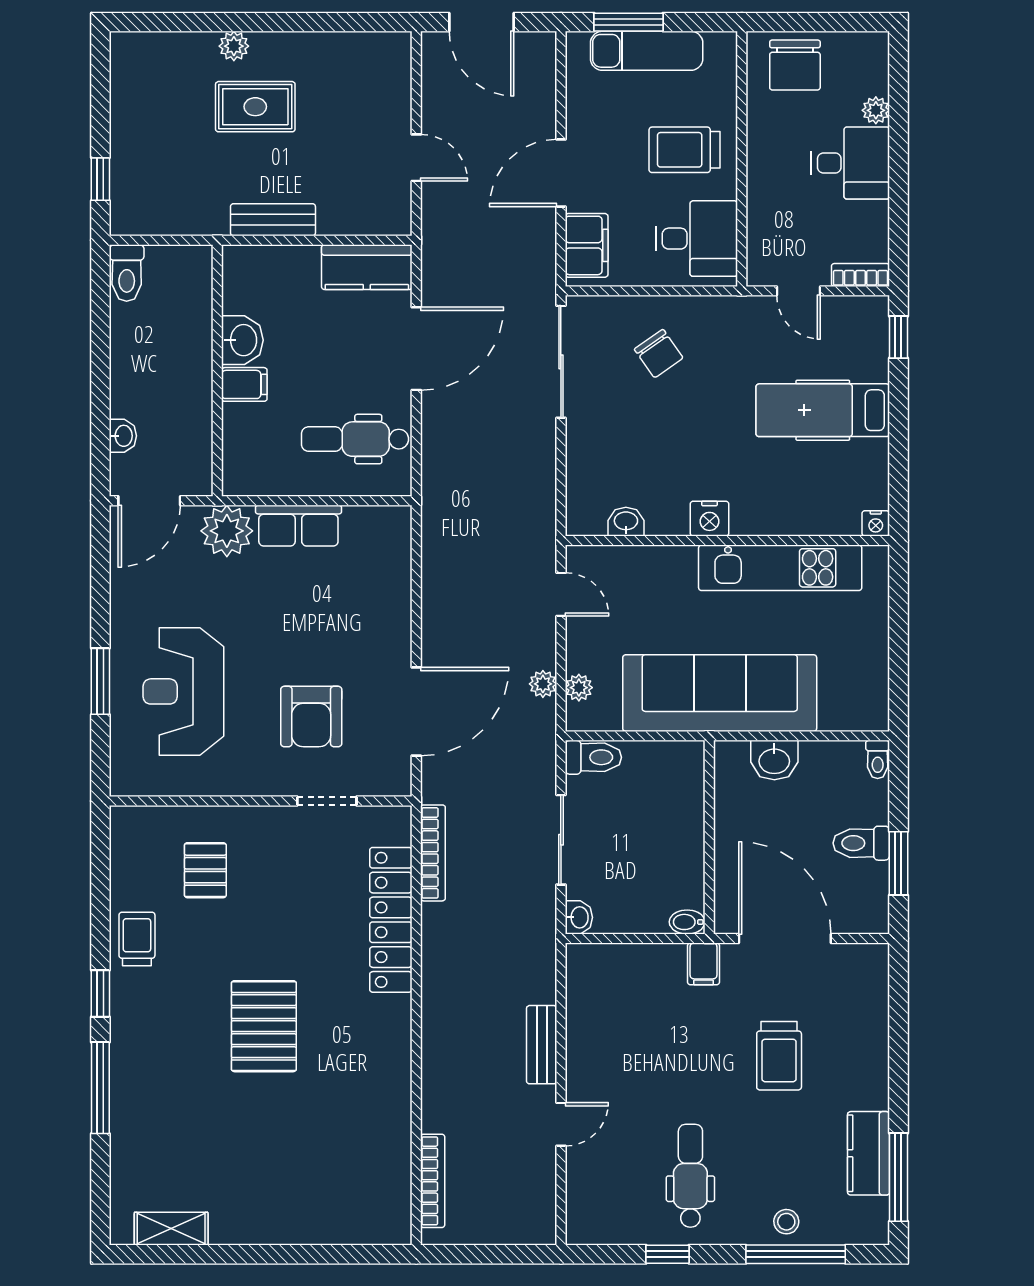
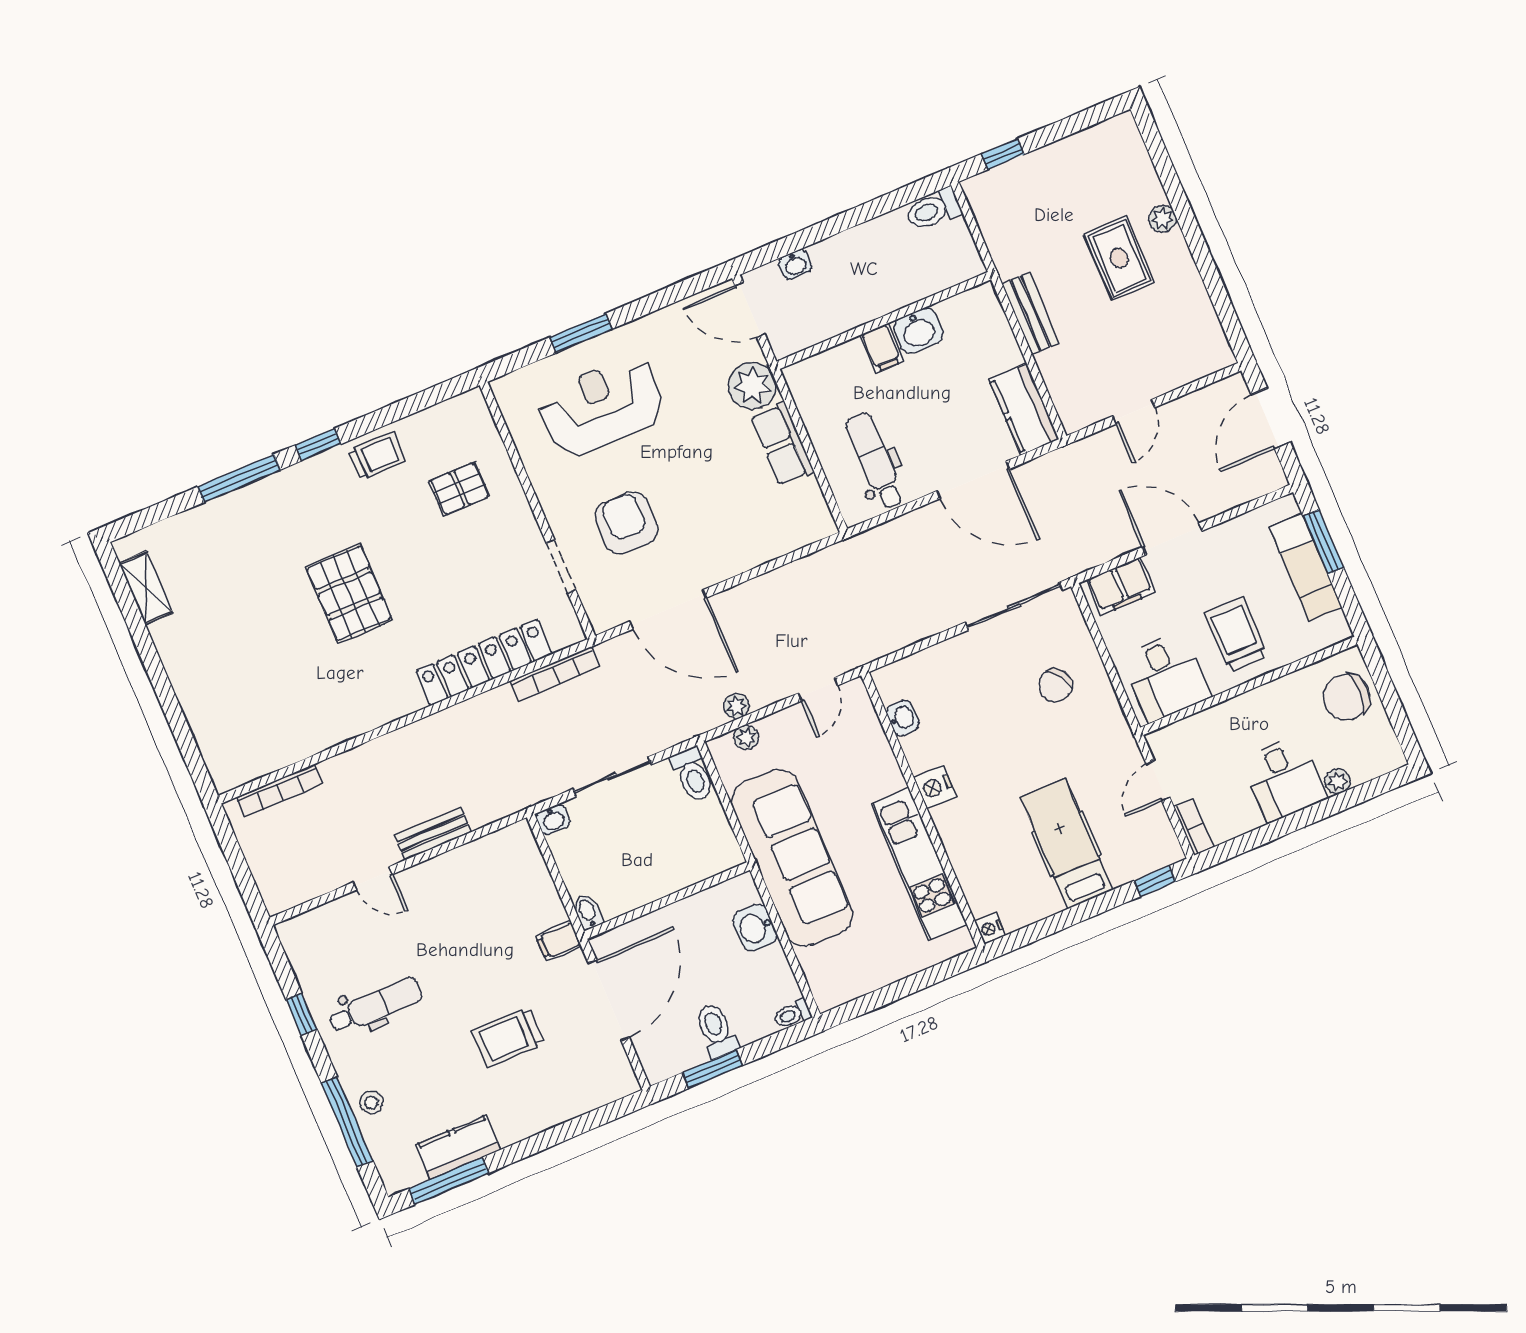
armchair: (311, 717) -> (626, 523), turned 90
pallet: (264, 1026) -> (349, 594), turned 90

